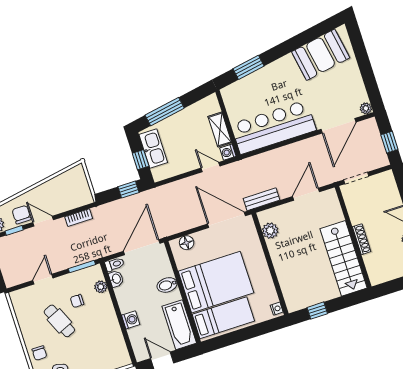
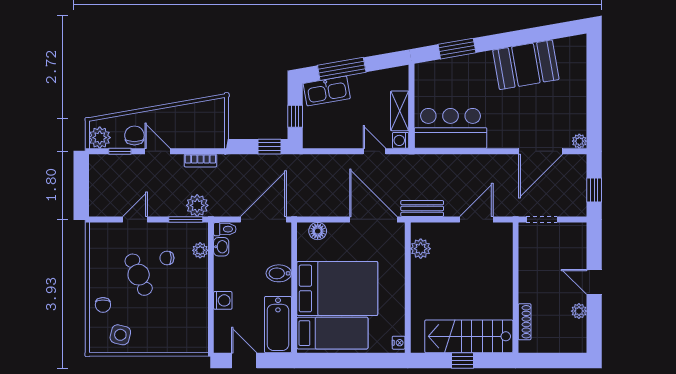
booth: (321, 55) -> (526, 65), moved
bar counter: (274, 127) -> (451, 128), width x0.73
kitchen sink: (153, 149) -> (327, 91), moved, turned 80
shoe rack: (362, 239) -> (525, 322), moved
plant: (87, 253) -> (197, 205), added
stairs: (344, 258) -> (469, 336), moved, turned 90
window: (317, 311) -> (463, 360), moved

